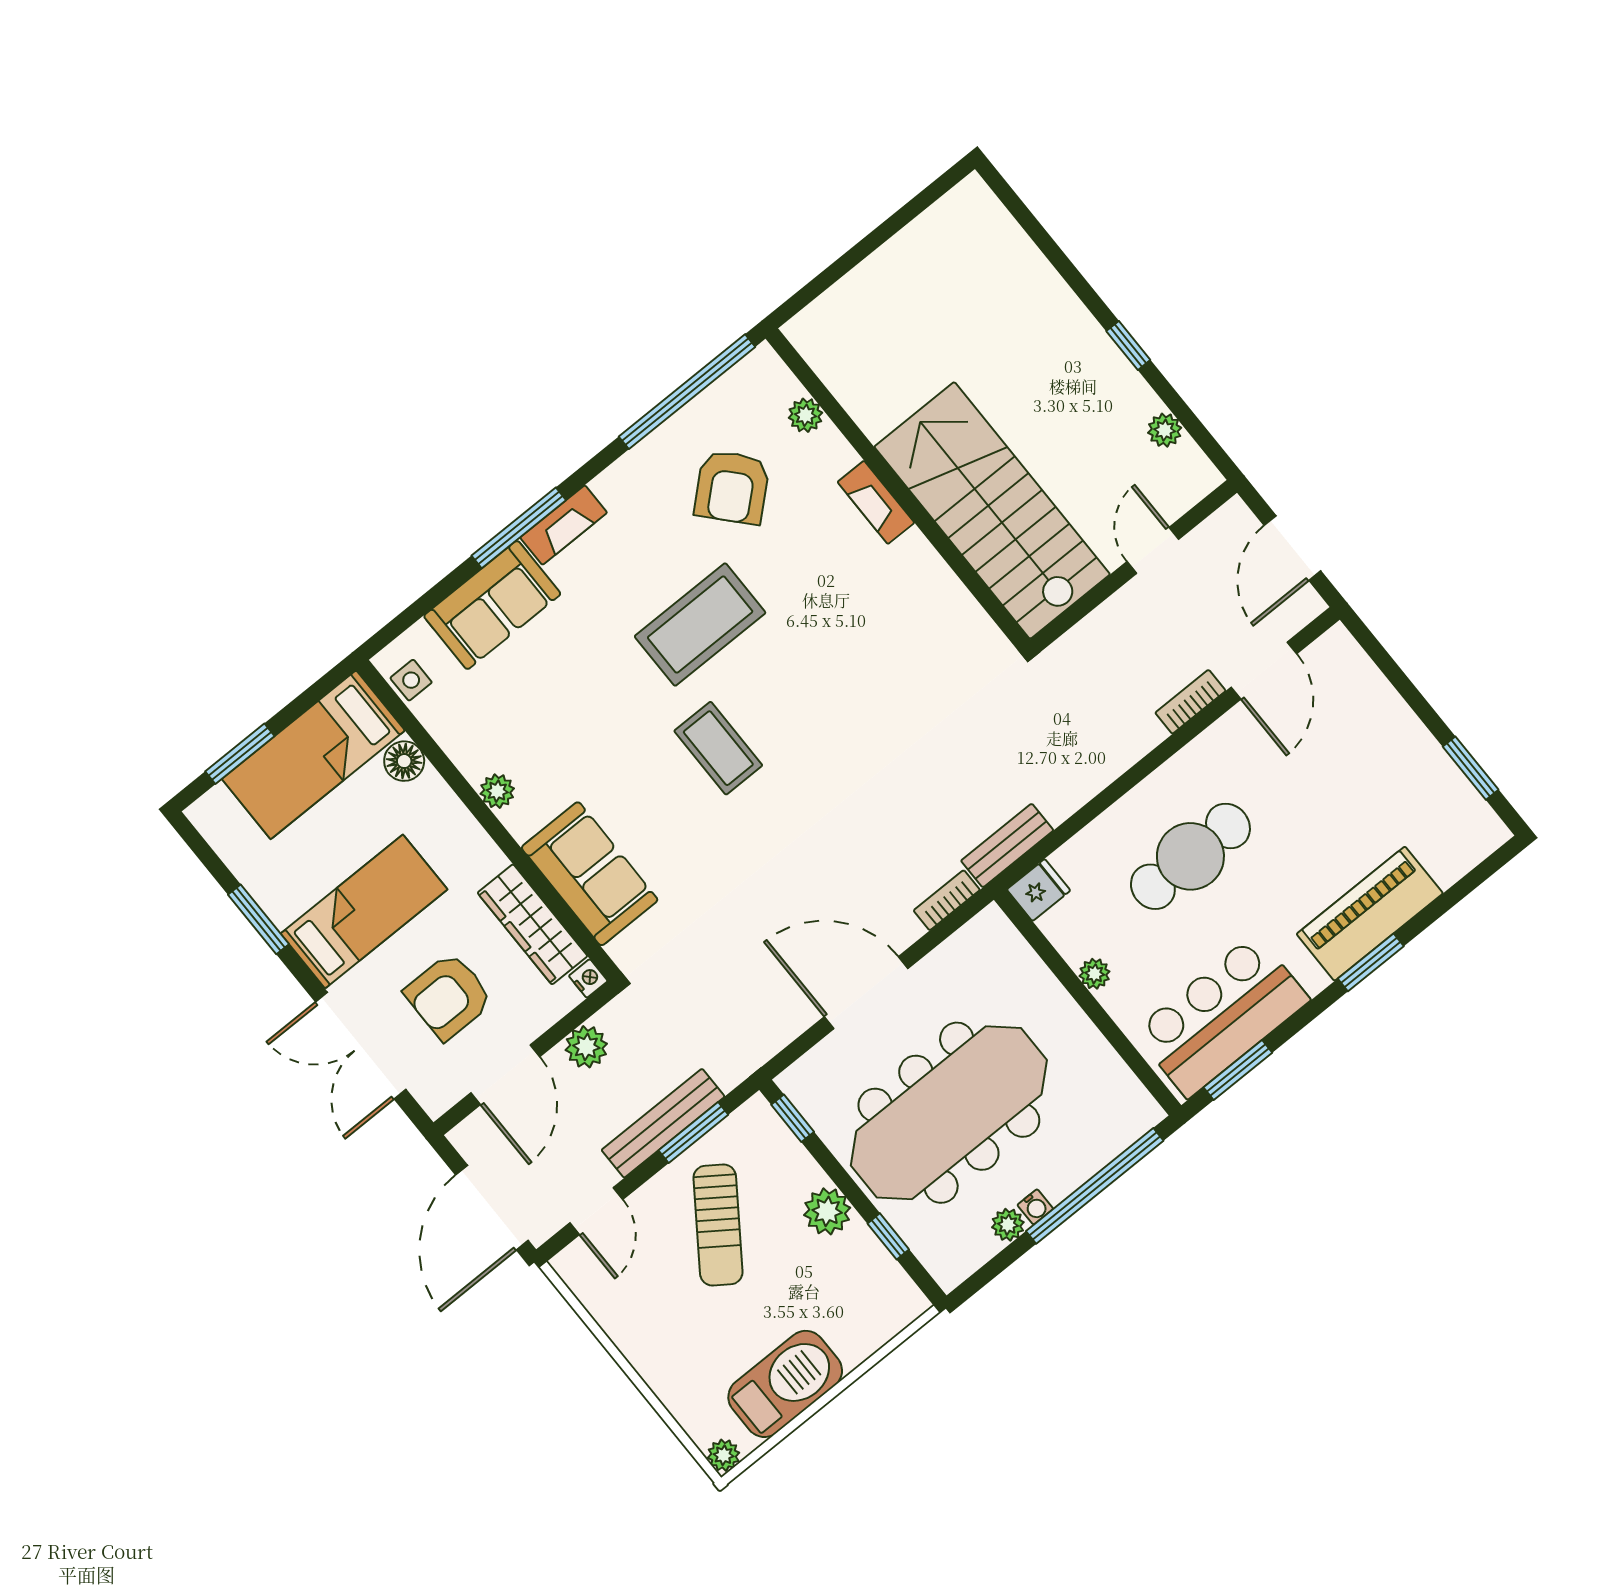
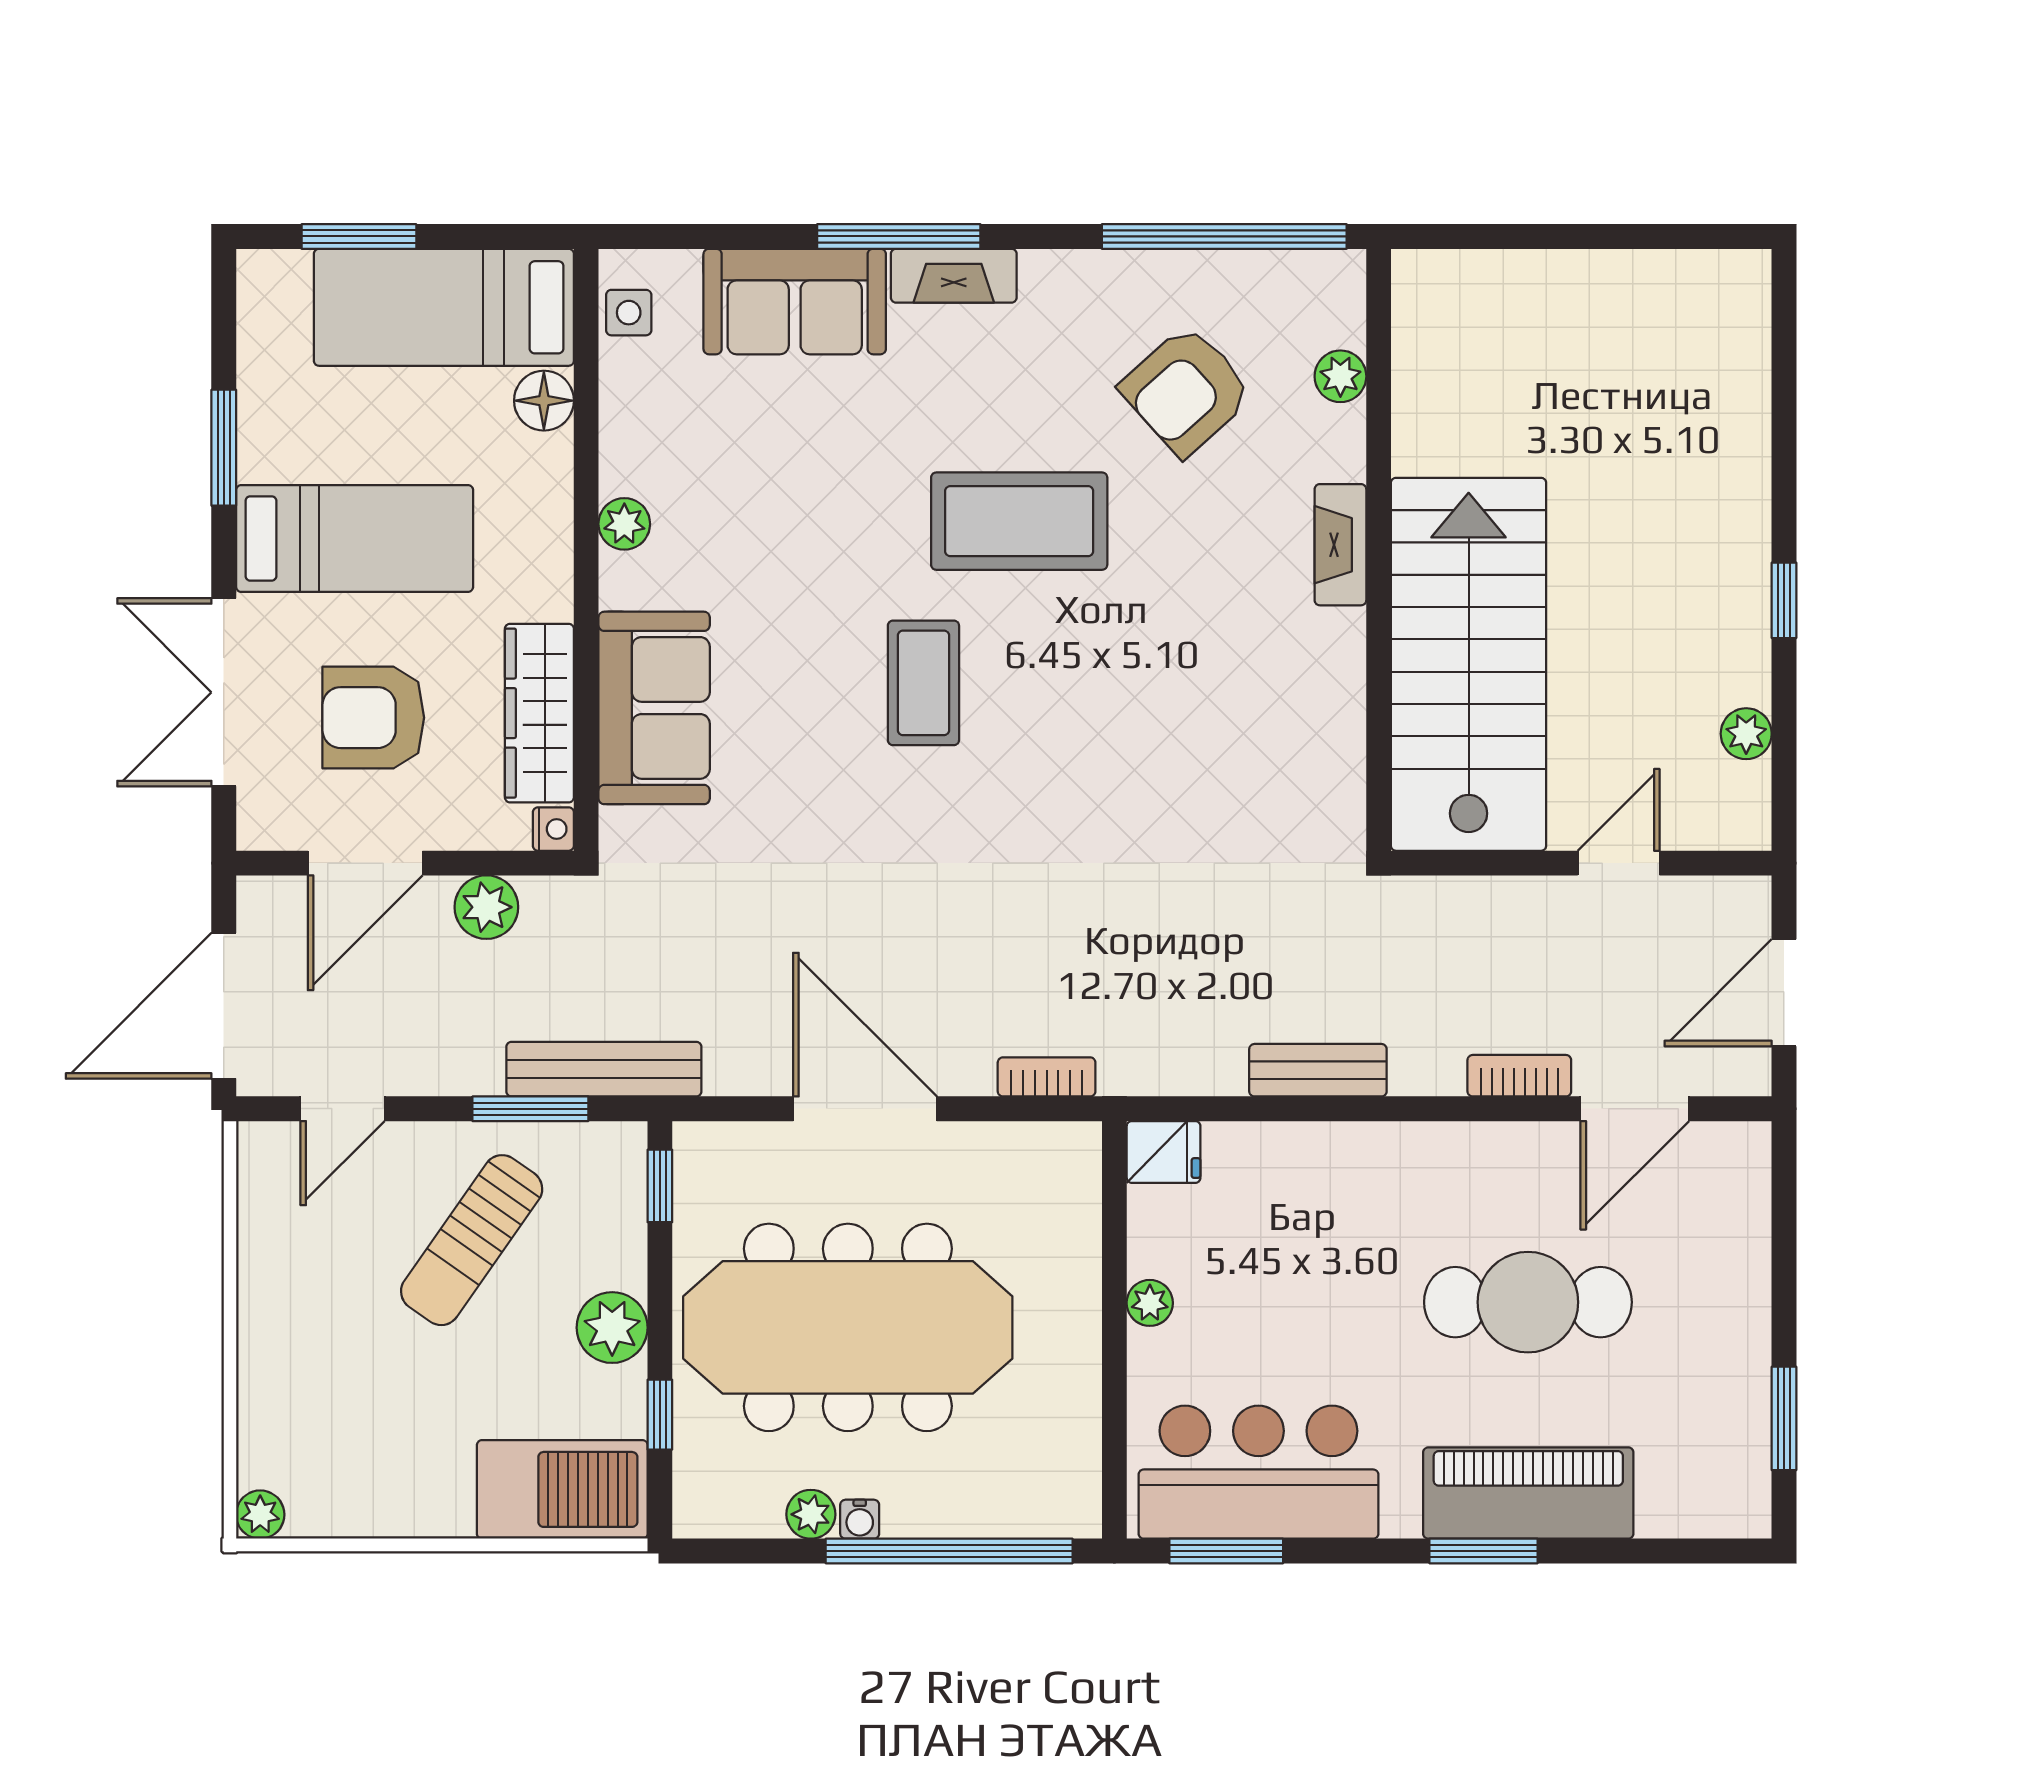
bench: (1007, 845) -> (1318, 1070), moved
cafe table: (1190, 856) -> (1528, 1302), moved
bench: (663, 1123) -> (604, 1069), moved
barbecue: (785, 1384) -> (562, 1489), moved

